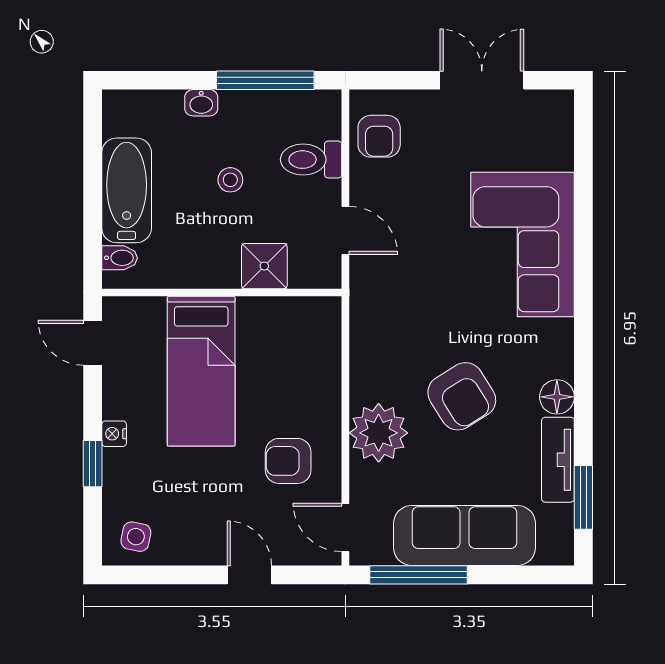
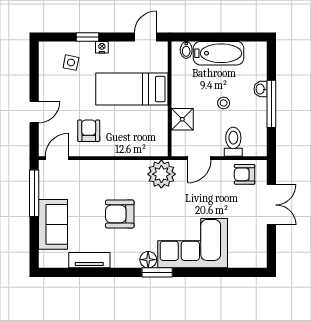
window: (265, 80) -> (271, 104), moved
double door: (482, 80) -> (271, 205), moved
armchair: (462, 396) -> (120, 214), turned 32
floor lamp: (557, 397) -> (148, 260), moved
plant: (379, 433) -> (161, 174), moved
window: (583, 497) -> (157, 272), moved
sofa: (465, 535) -> (53, 224), width x0.73
side table: (136, 537) -> (71, 63), moved

